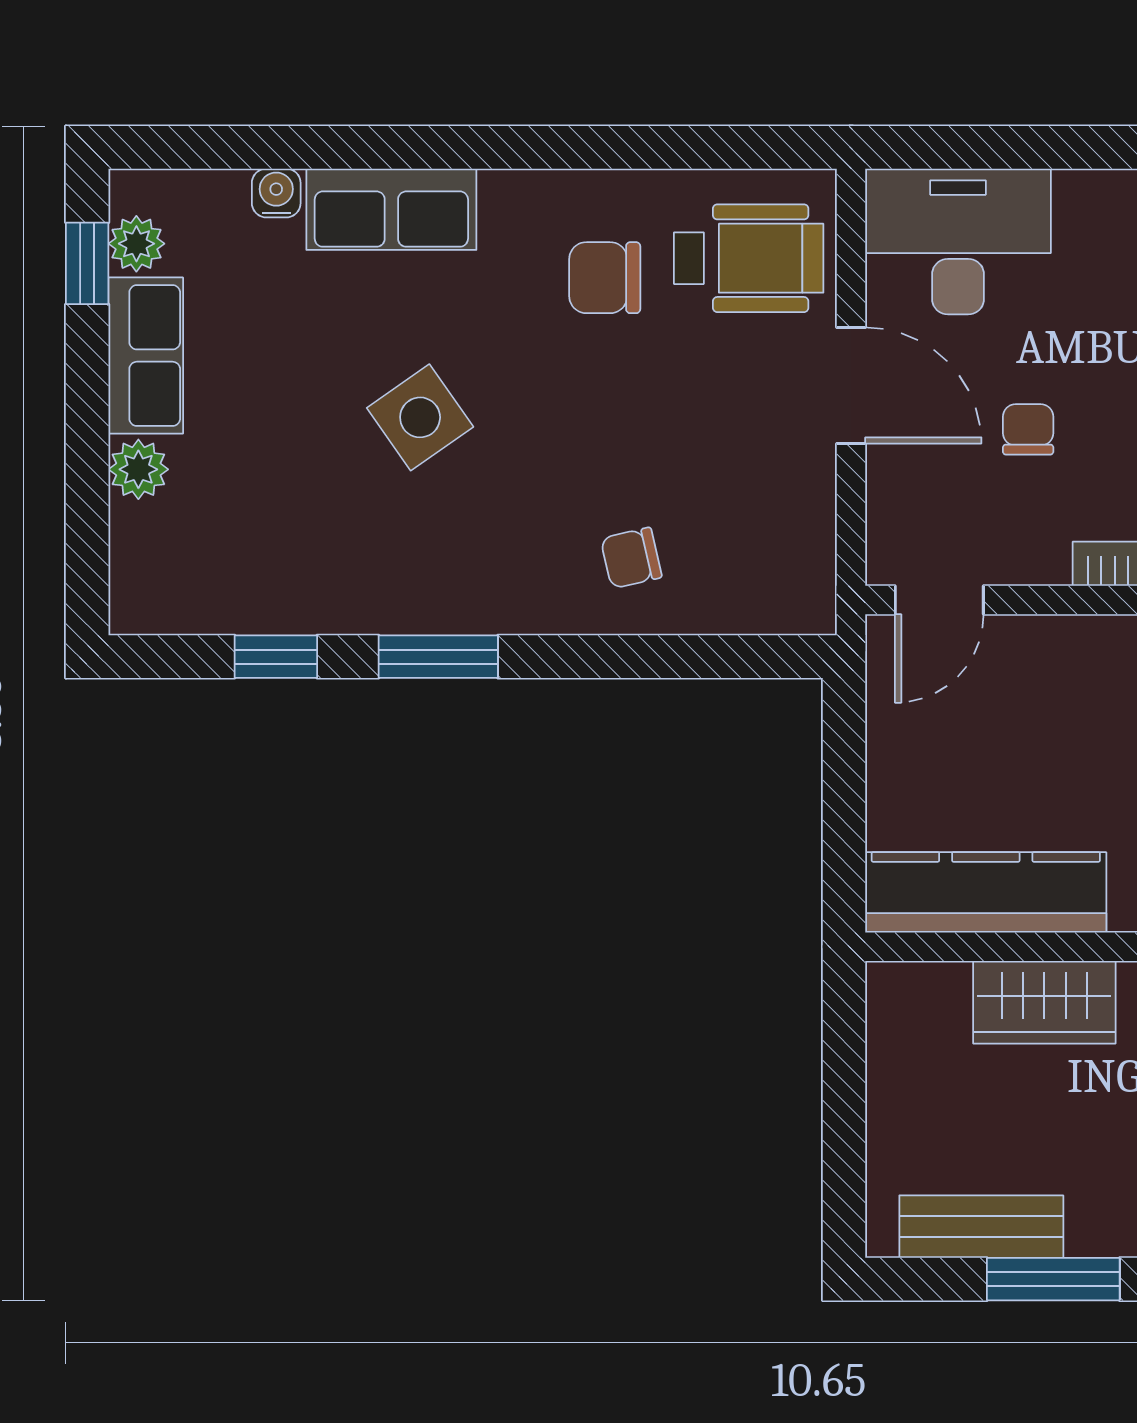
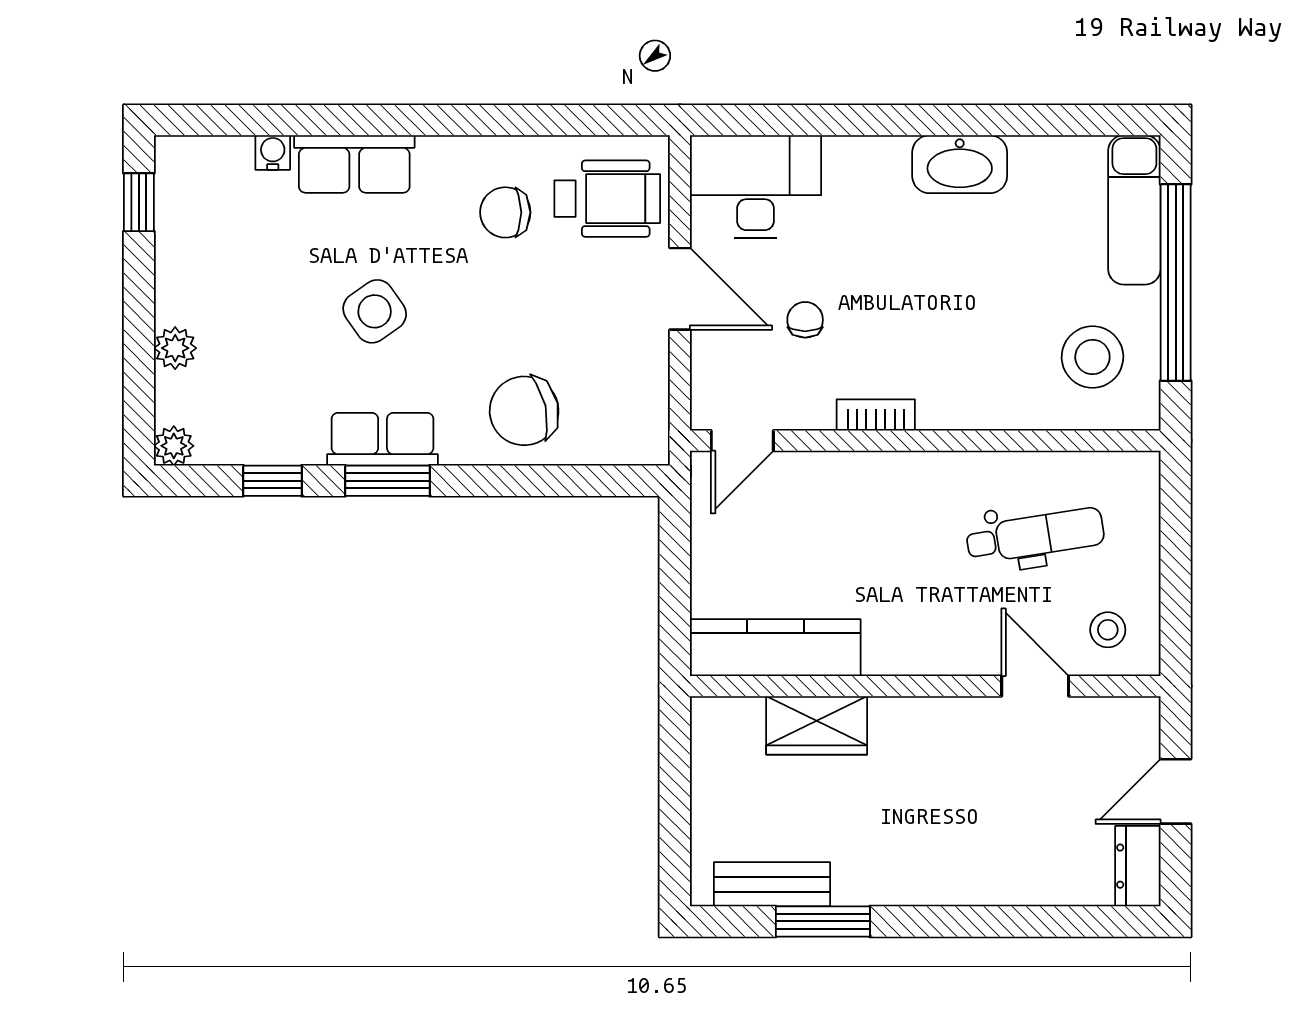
plant: (136, 244) -> (174, 446), moved
row of seats: (146, 356) -> (383, 439), moved, turned -90
chair: (631, 558) -> (524, 411), width x1.87, depth x1.87

